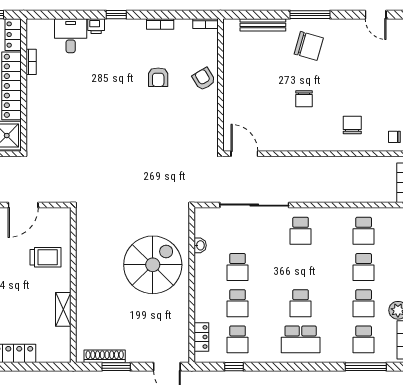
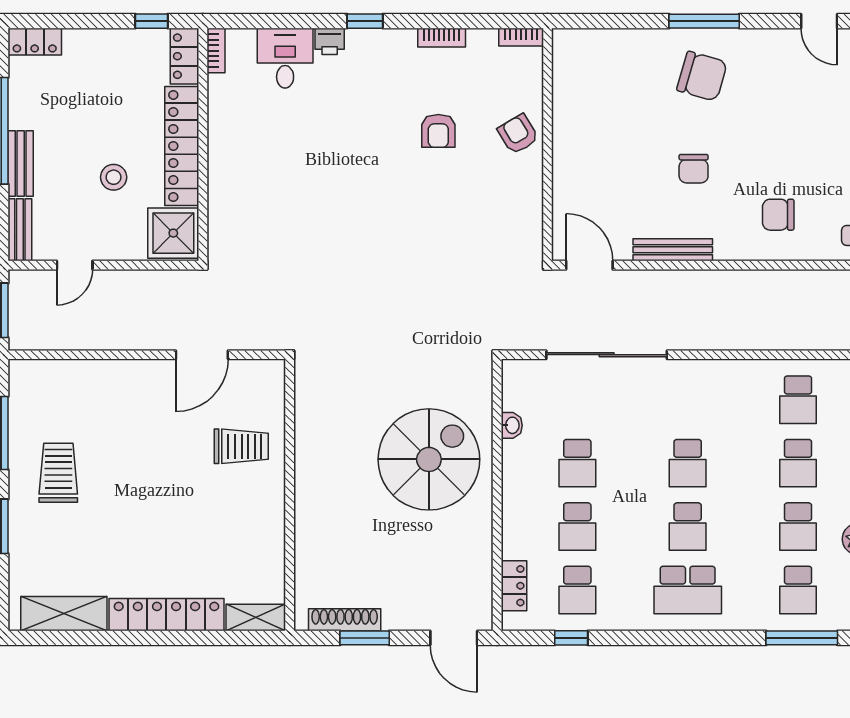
bench: (263, 25) -> (673, 250), moved
bookcase: (31, 62) -> (216, 51), moved
chair: (352, 125) -> (778, 215), turned -90
school desk: (301, 231) -> (688, 463), moved
shelving: (63, 309) -> (256, 617), moved, turned 90

